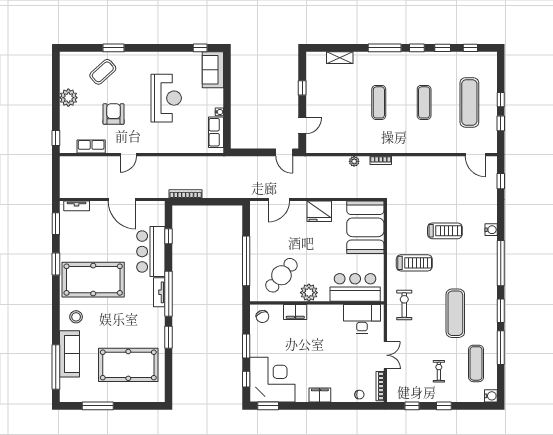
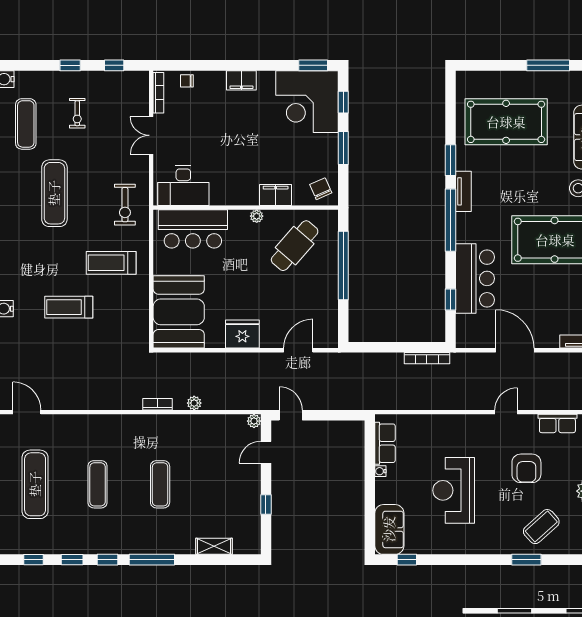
plant: (311, 148) -> (254, 421), added
tv unit: (159, 292) -> (463, 191), moved
plant: (309, 293) -> (257, 216), width x0.53, depth x0.53

